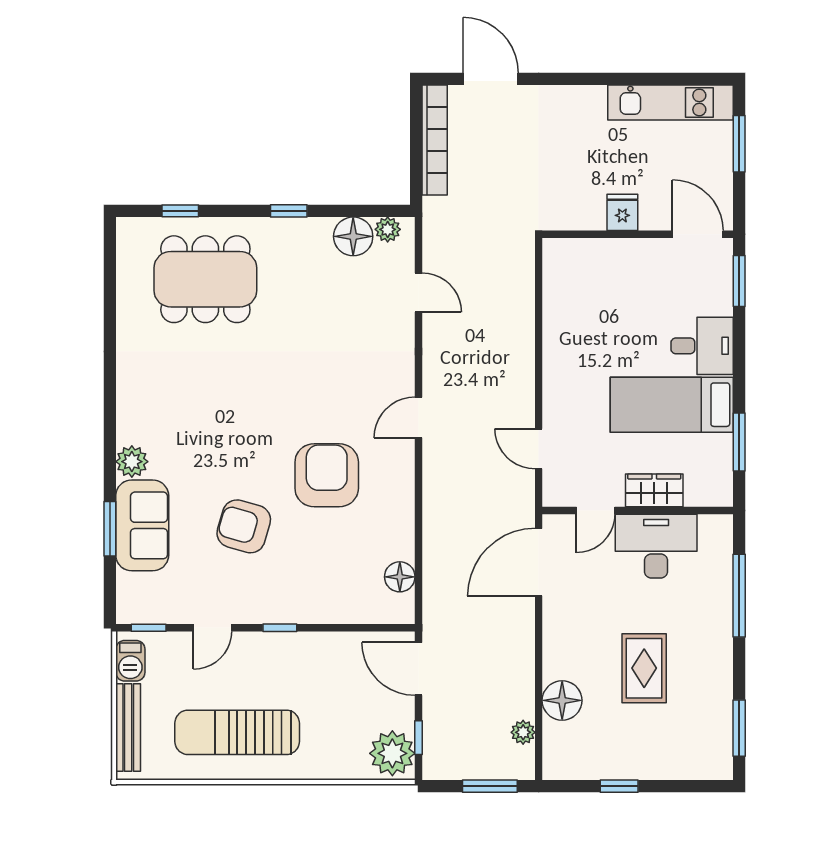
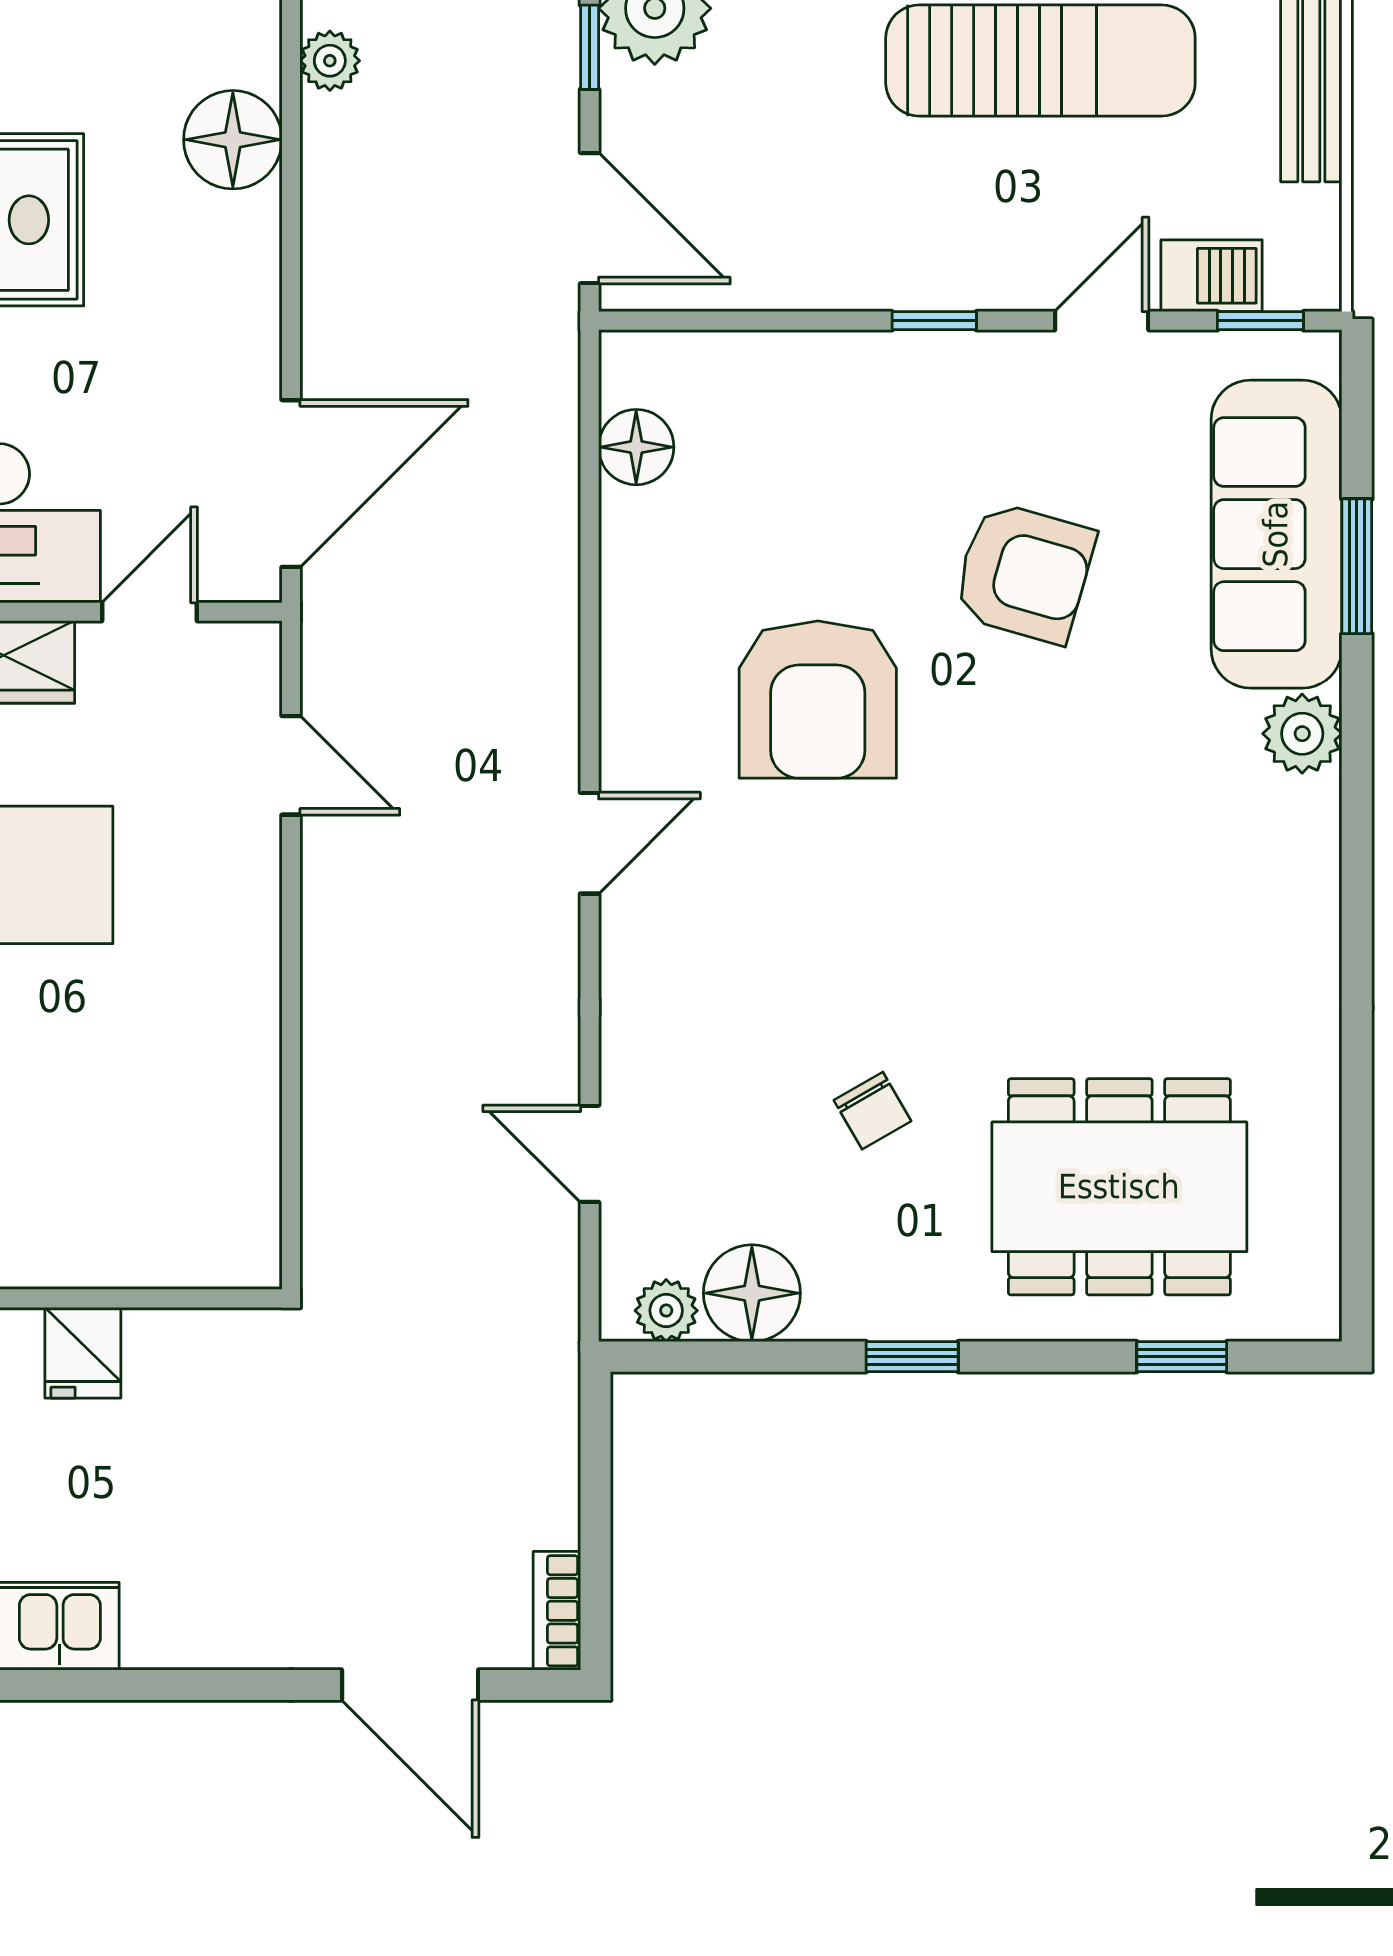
bookcase: (435, 140) -> (557, 1611), width x0.43, depth x0.76
chair: (305, 310) -> (872, 1111), added
sofa: (142, 525) -> (1276, 534), width x1.36
barbecue: (130, 661) -> (1212, 276), moved, turned 90

